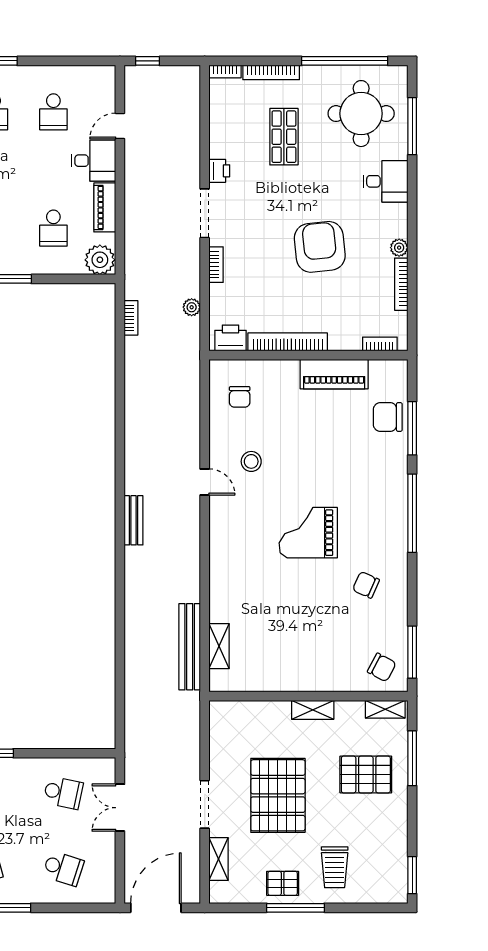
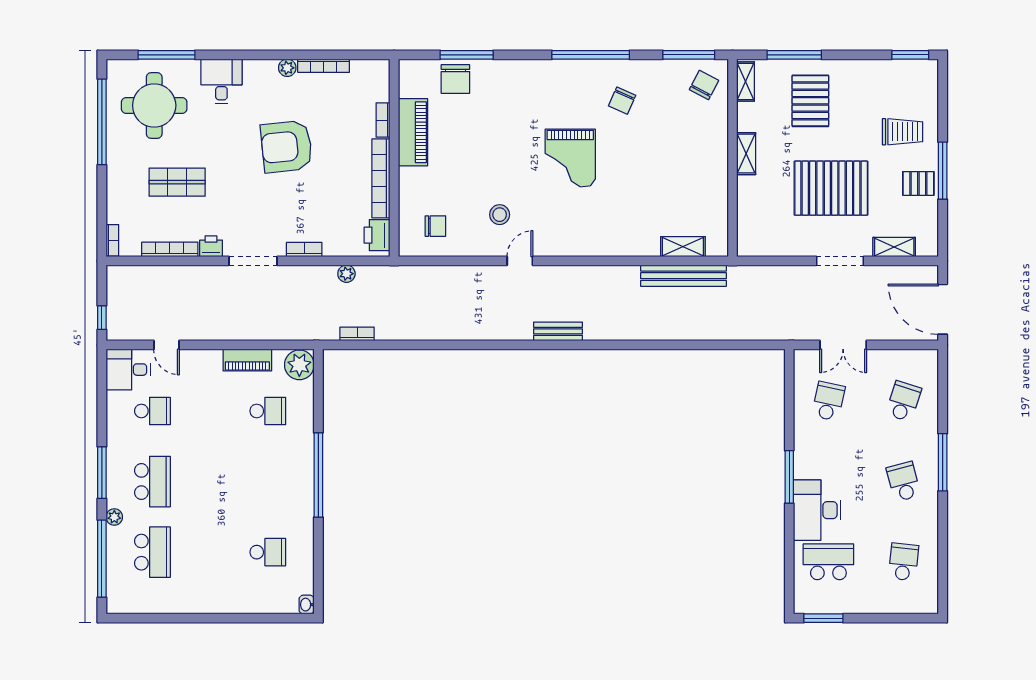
bookcase: (271, 72) -> (170, 249), moved, turned -90
desk: (94, 161) -> (128, 370), moved, turned -90
bookcase: (380, 344) -> (383, 120), moved
window: (412, 513) -> (591, 55), moved
pallet: (283, 883) -> (918, 183), turned 90

